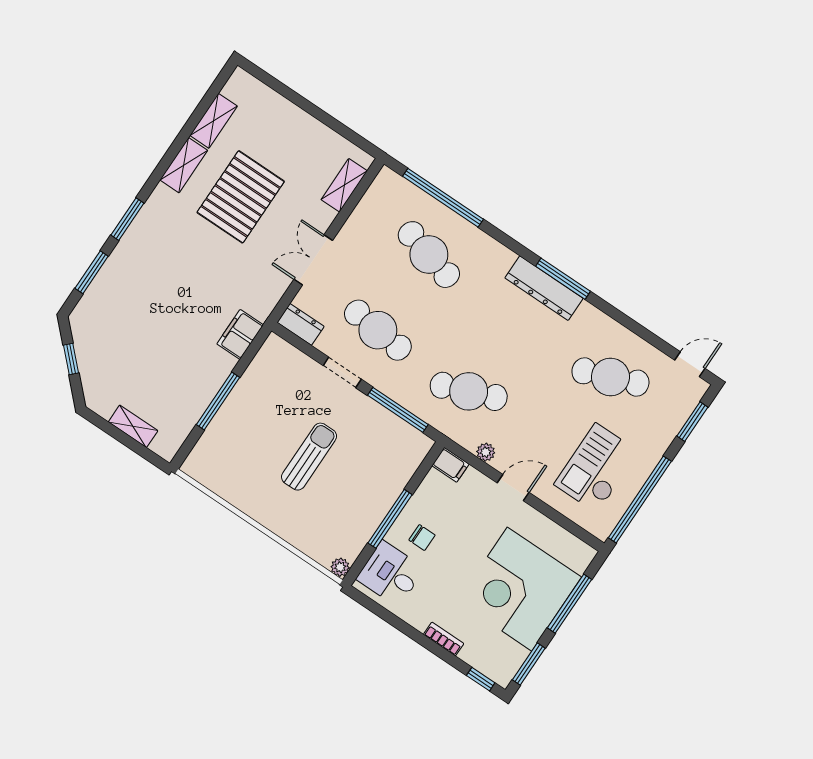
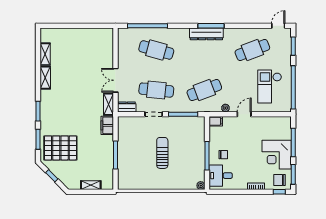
shelving: (344, 185) -> (108, 104), moved
pallet: (241, 197) -> (60, 148), moved, turned 90
corner desk: (519, 589) -> (277, 155), width x0.74, depth x0.74
chair: (496, 657) -> (280, 180), added

